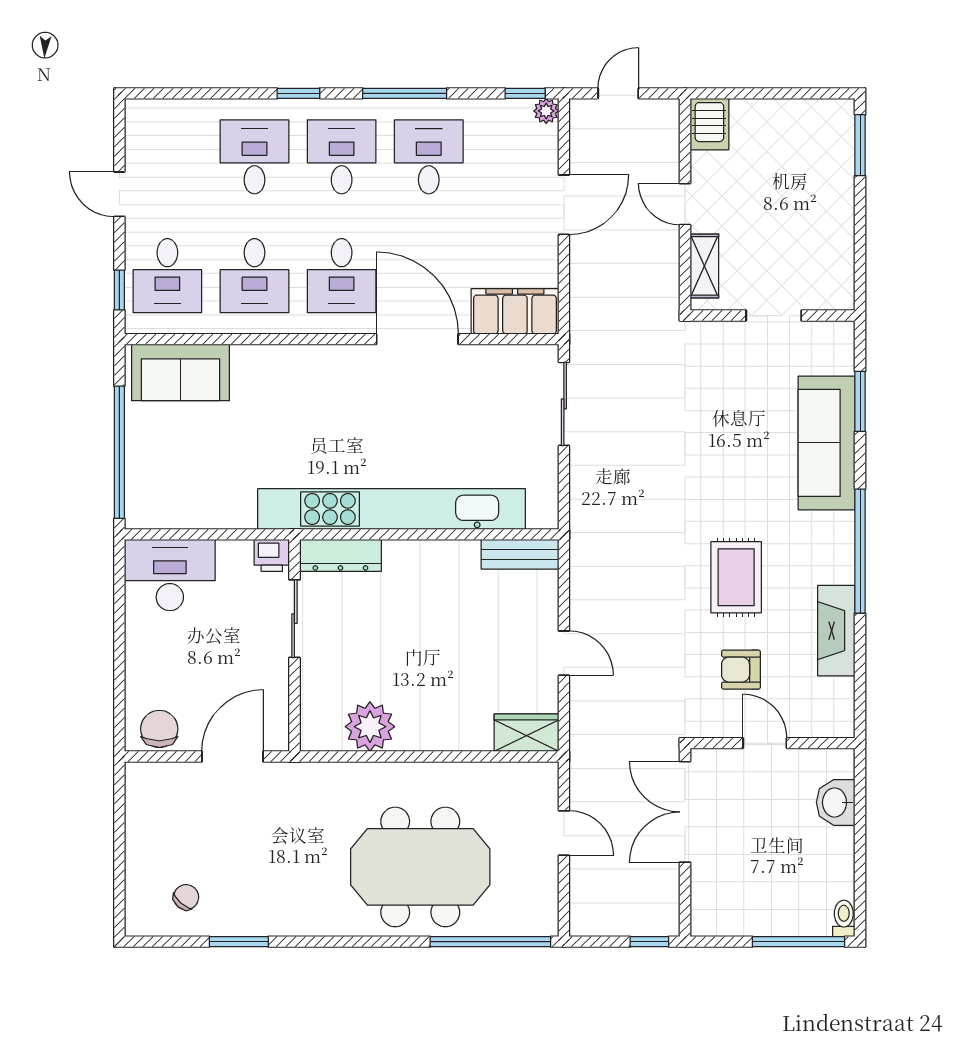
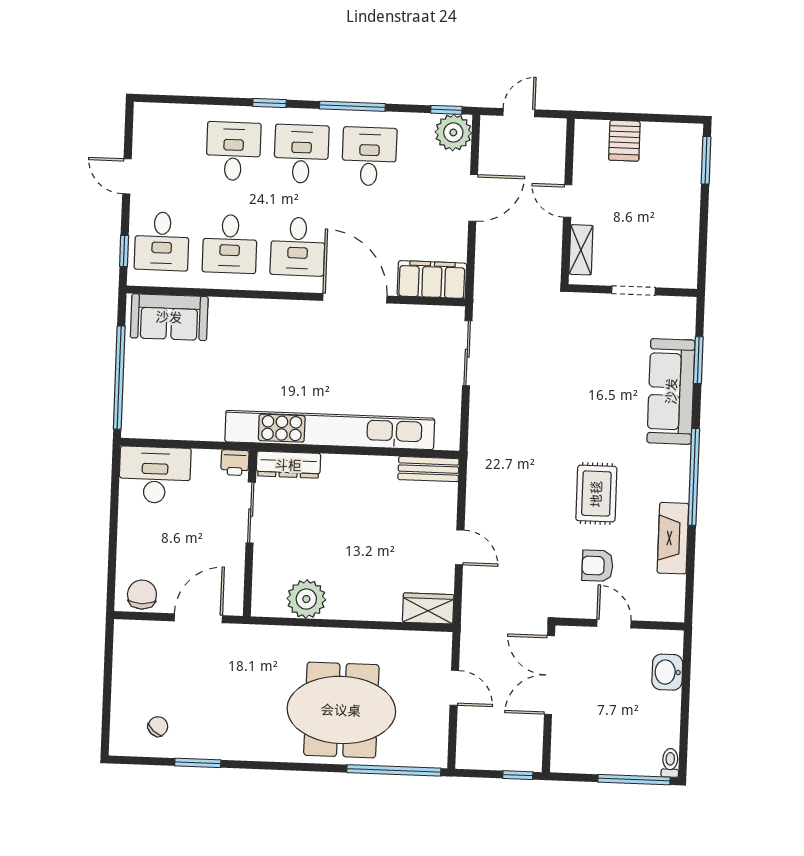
plant: (546, 111) -> (453, 132), width x1.88, depth x1.88
server rack: (709, 124) -> (624, 141), moved

